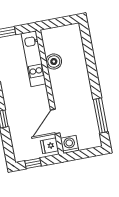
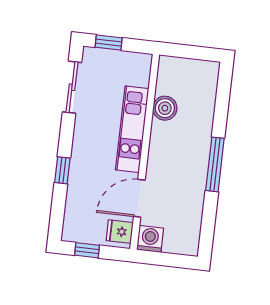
kitchen unit: (34, 59) -> (132, 129), moved
window: (101, 115) -> (215, 164), moved

